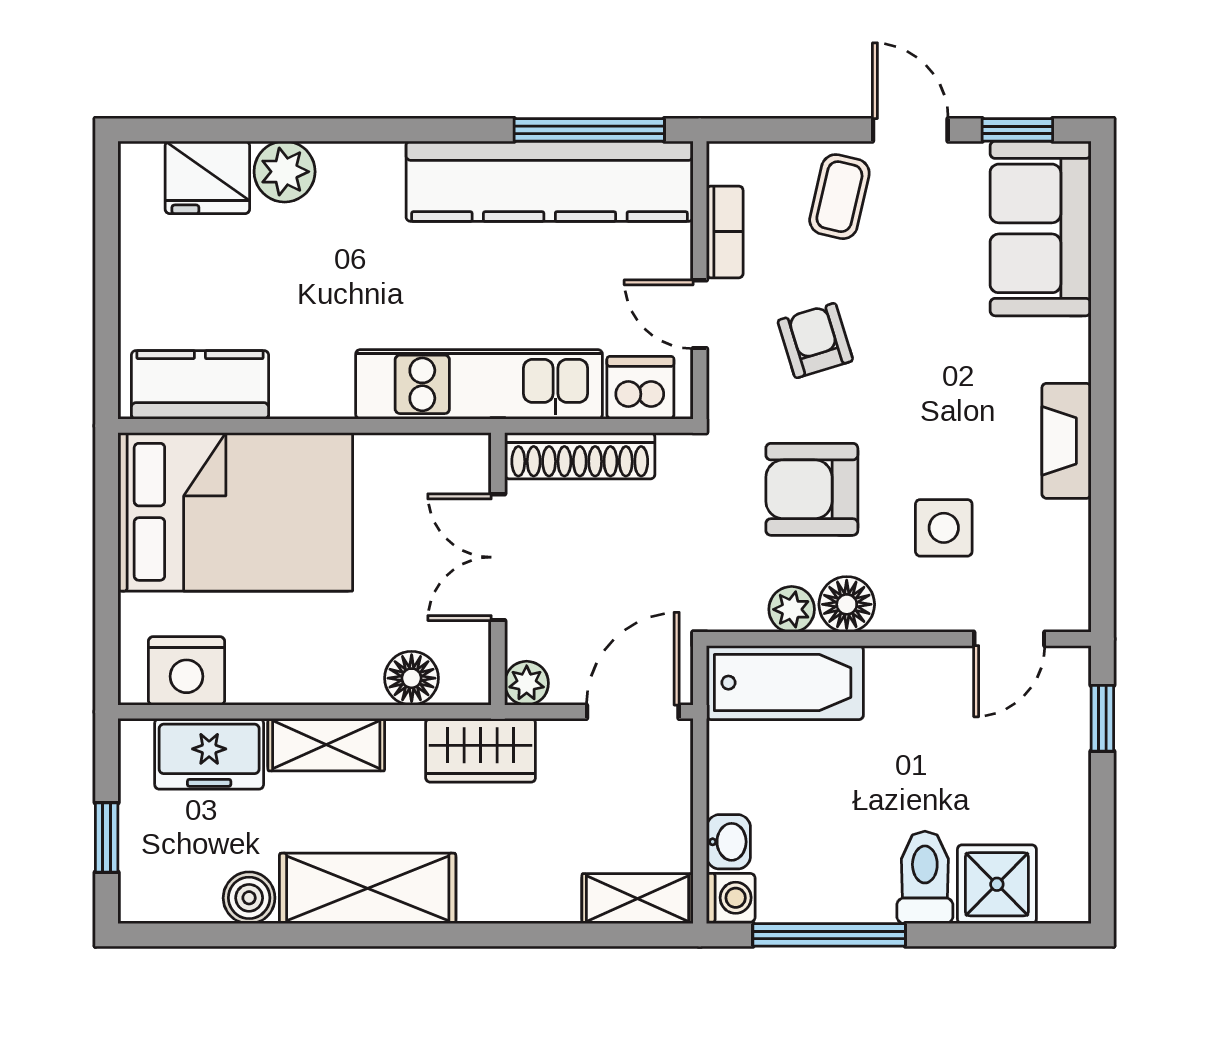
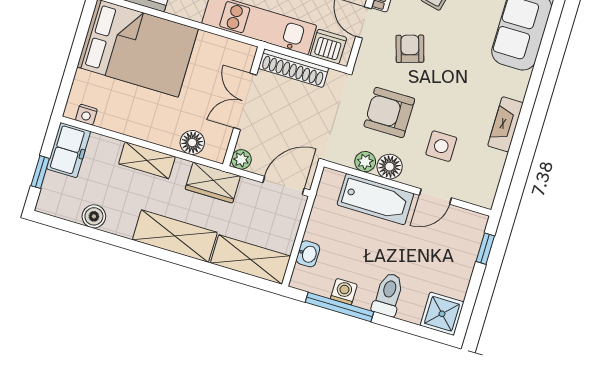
door: (1009, 639) -> (435, 196), moved
nightstand: (186, 671) -> (86, 115), width x0.53, depth x0.56
bathtub: (785, 683) -> (375, 199), moved
freezer: (209, 754) -> (69, 150), moved, turned -90
shower: (997, 884) -> (442, 314), moved
shelving: (368, 888) -> (175, 236), moved
washing machine: (731, 898) -> (344, 292), moved, turned -90
shelving: (637, 899) -> (250, 260), width x1.50, depth x1.33

